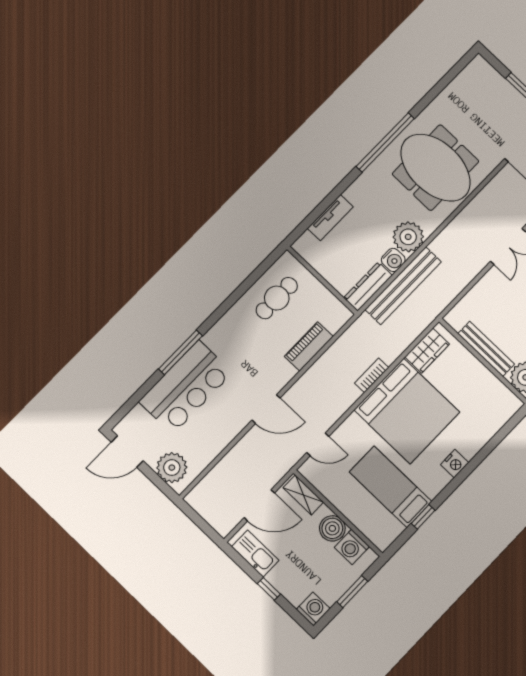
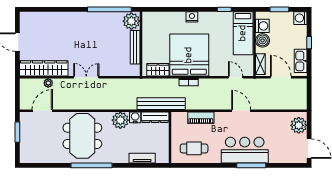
bench: (403, 286) -> (161, 104), moved
bar counter: (186, 387) -> (245, 150), moved
bed: (391, 487) -> (243, 33), moved

